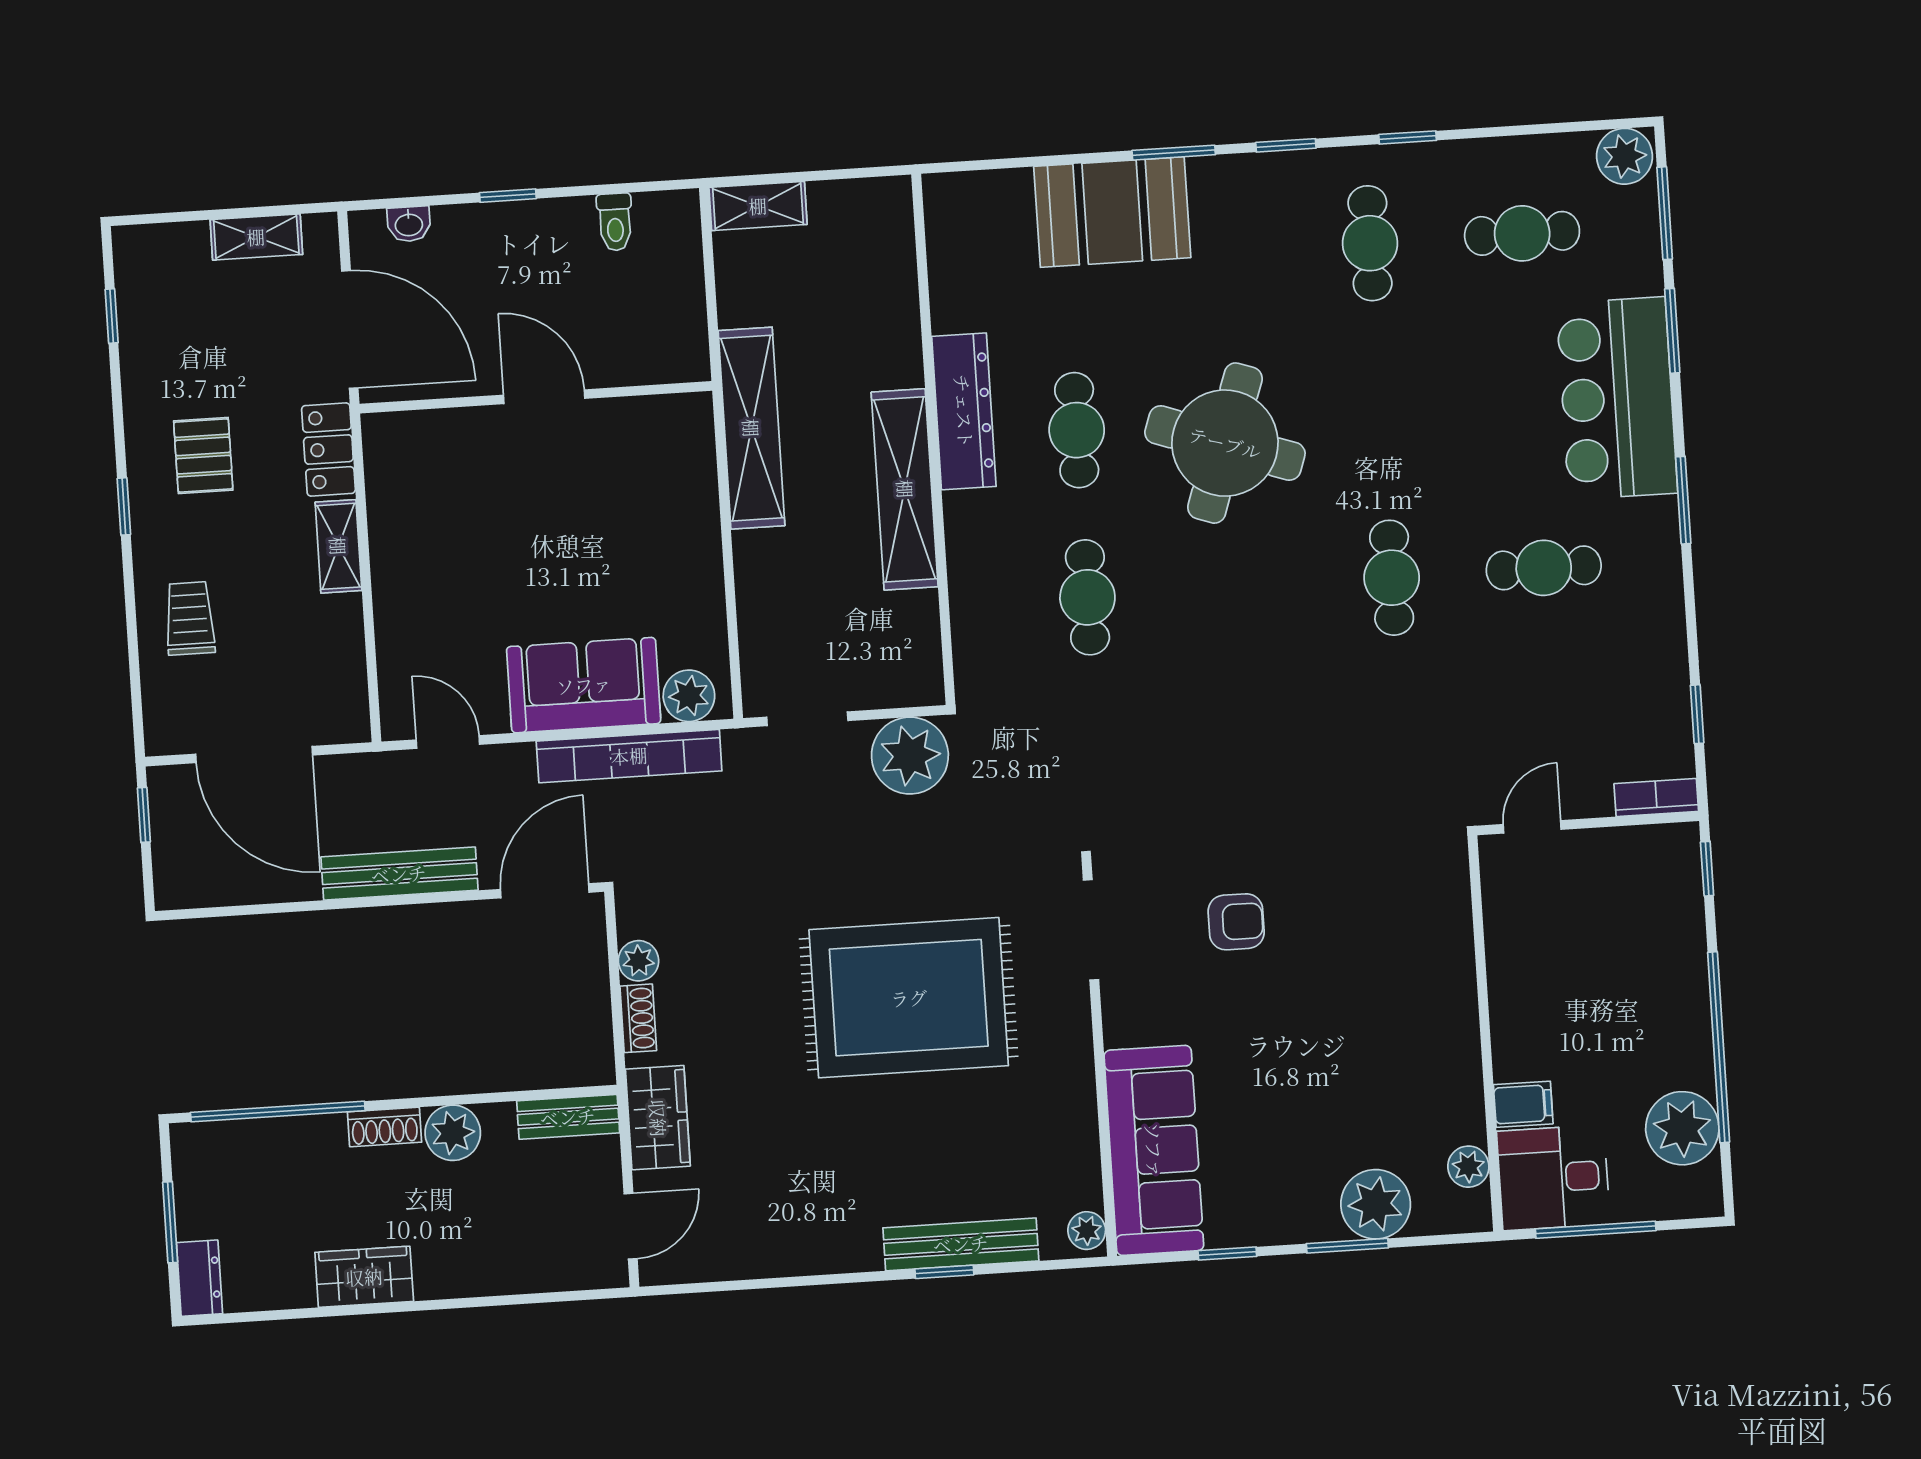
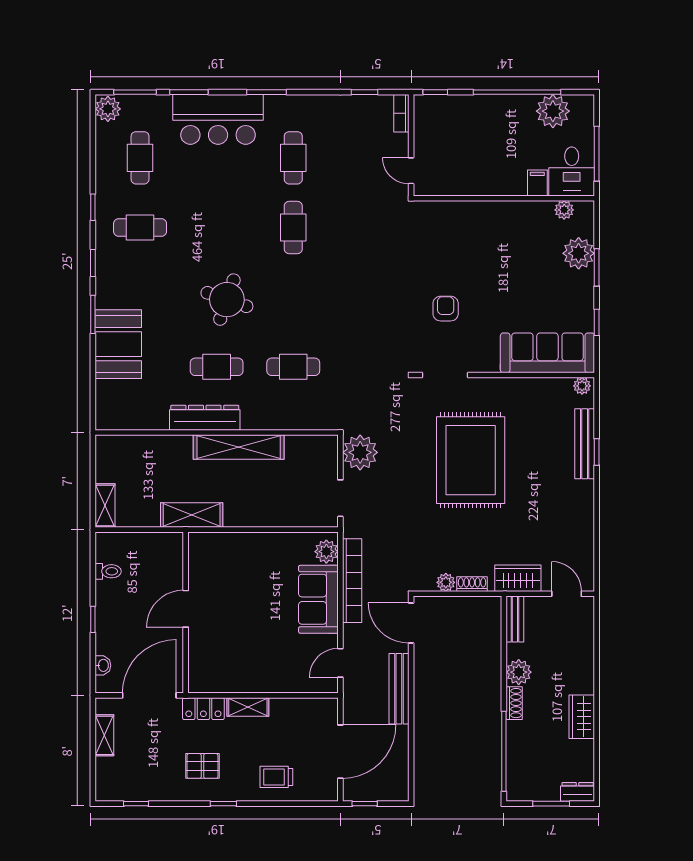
shelving: (751, 428) -> (192, 515), width x0.68
round table: (1225, 443) -> (227, 300), width x0.73, depth x0.73
cafe table: (1392, 578) -> (293, 227), turned 90

